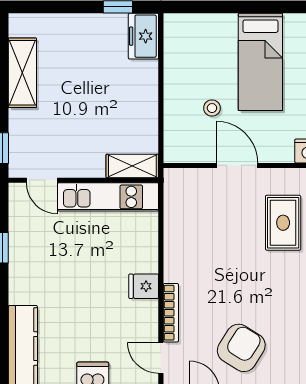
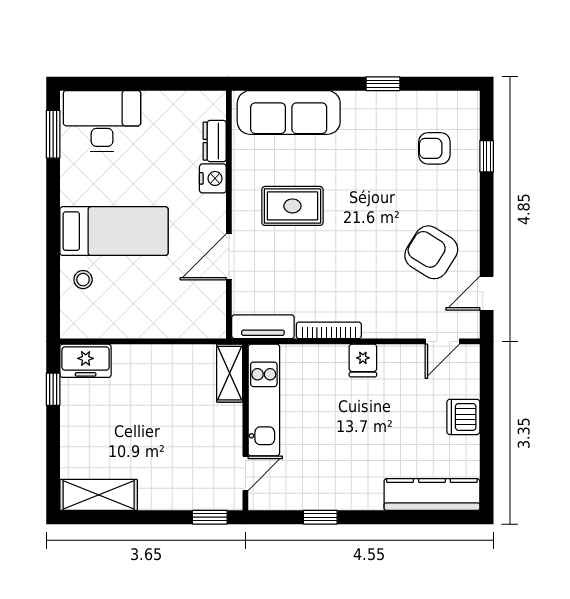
shelving: (22, 73) -> (99, 495), moved
stool: (212, 108) -> (83, 280), moved
tv unit: (174, 196) -> (263, 327), added
bookcase: (171, 313) -> (329, 330), moved

